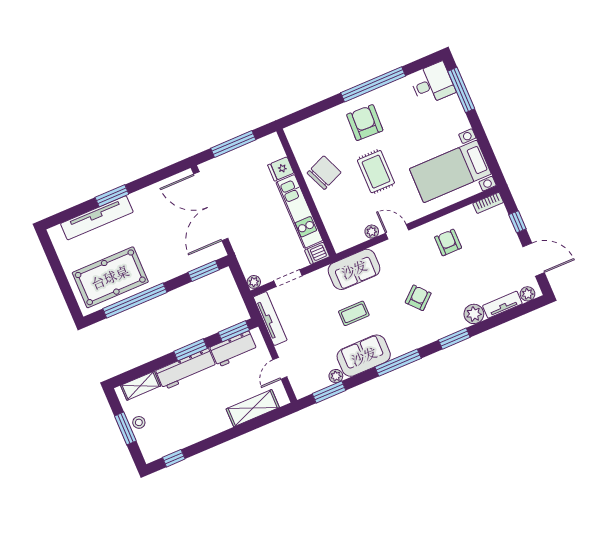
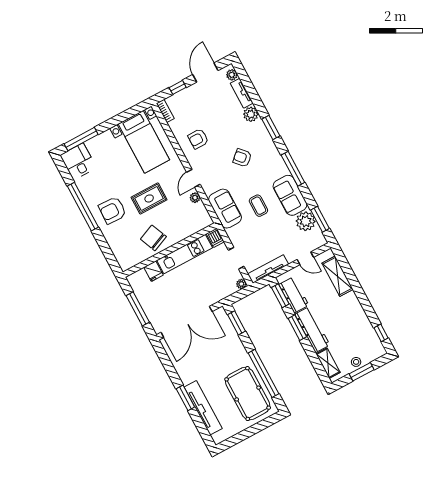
plant: (336, 376) -> (306, 221), width x1.88, depth x1.88

